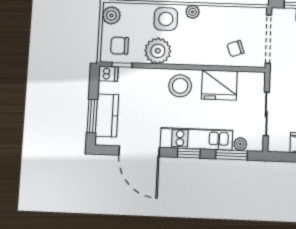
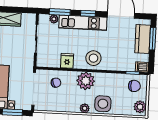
plant: (158, 51) -> (86, 81), moved
fridge: (219, 85) -> (67, 61), width x0.53, depth x0.75

